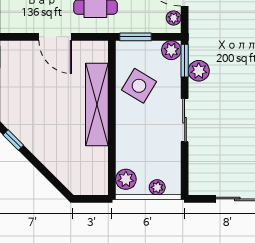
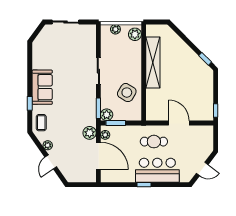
window: (136, 37) -> (116, 123), moved
plant: (199, 71) -> (90, 133), moved
shelving: (97, 104) -> (153, 62), moved

